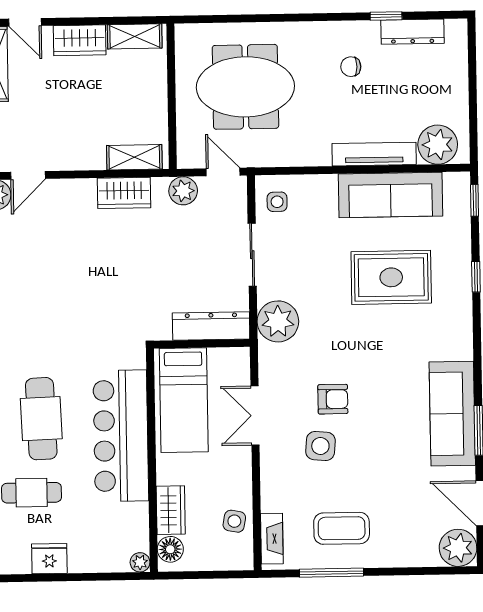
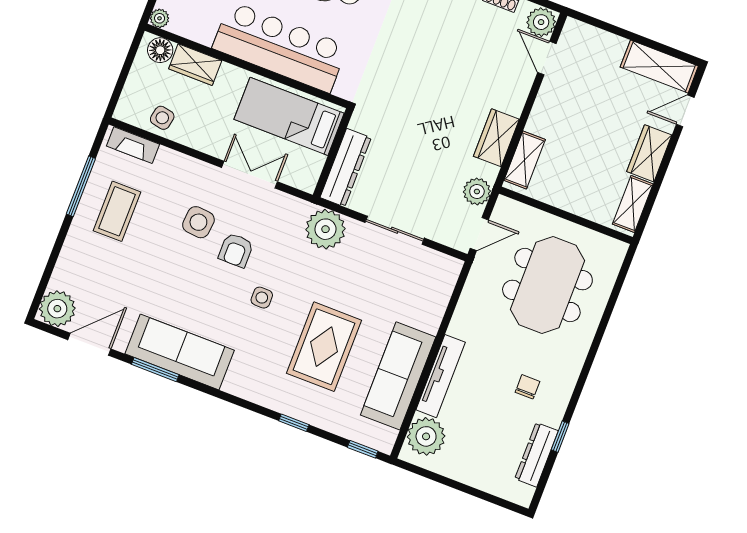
side table: (277, 202) -> (262, 298), moved

